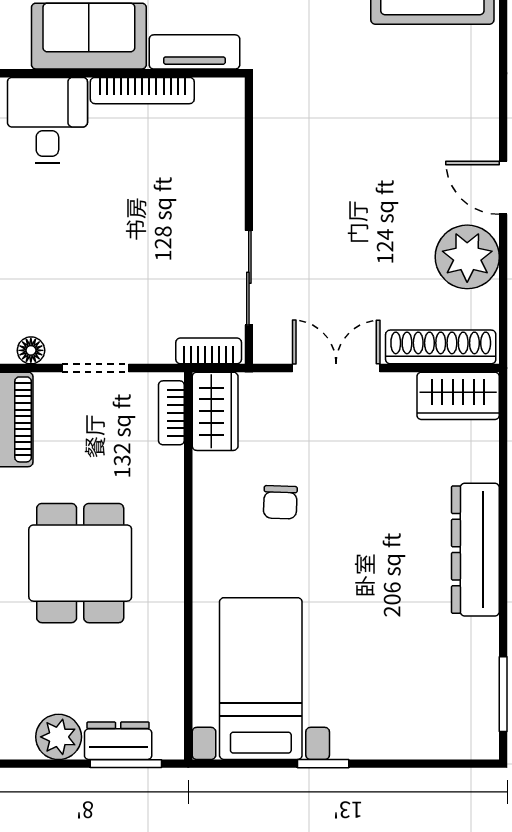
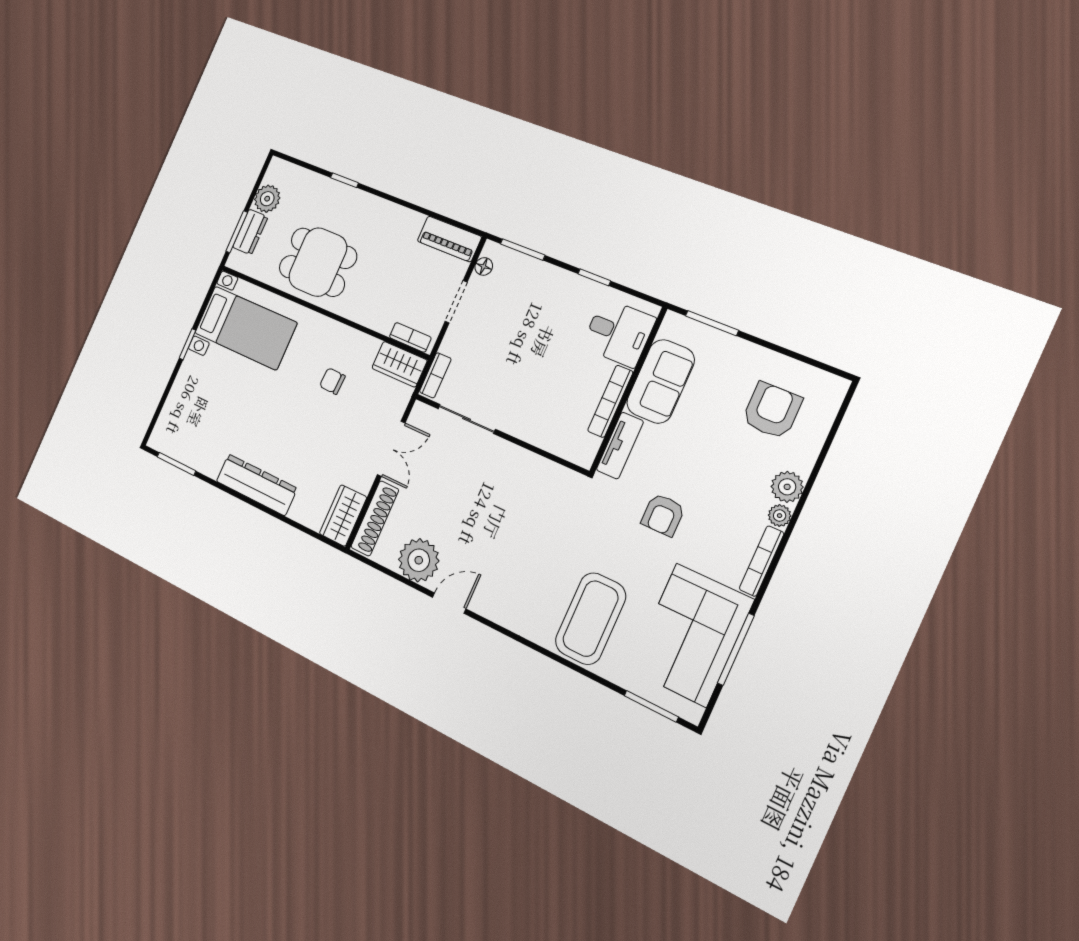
dining table: (80, 563) -> (318, 262), moved

